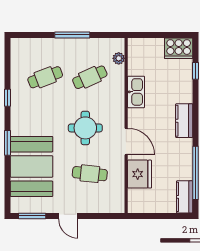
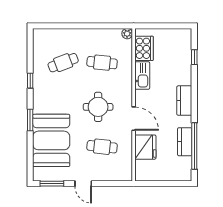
window: (72, 35) -> (87, 26), removed
cooker: (179, 48) -> (144, 48), moved, turned -90
plant: (119, 58) -> (127, 34), moved
cafe table: (90, 77) -> (102, 63), turned 30
kitchen counter: (185, 197) -> (185, 142), moved

